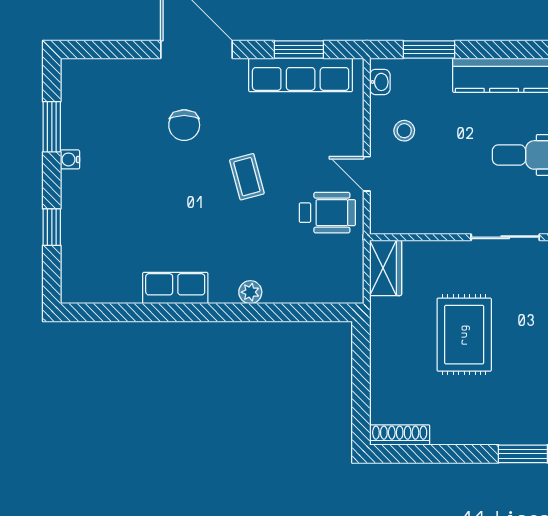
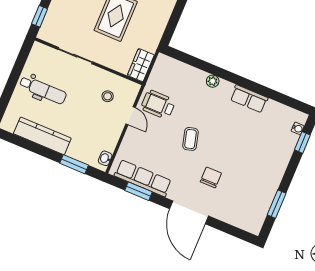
stool: (404, 131) -> (108, 96), moved
water cooler: (70, 159) -> (298, 128), moved
window: (52, 227) -> (302, 142), moved

